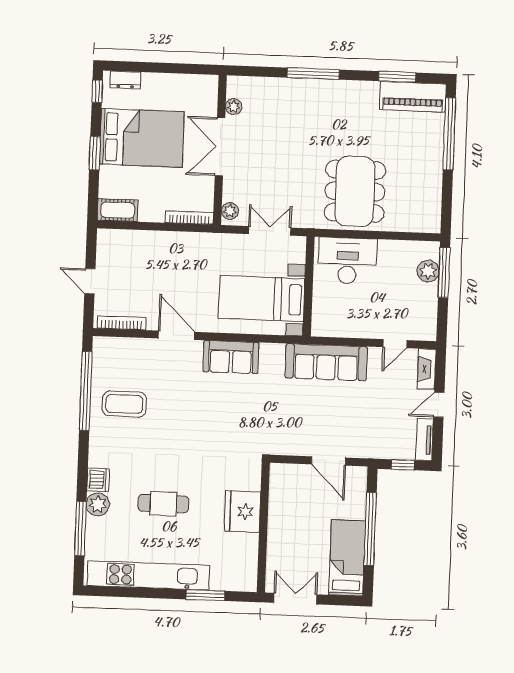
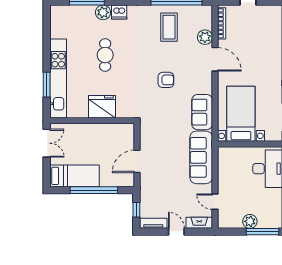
plant: (428, 271) -> (250, 221), moved
door: (176, 335) -> (215, 59), hinge flipped
plant: (142, 349) -> (205, 37), added
sofa: (231, 357) -> (202, 112), moved
armchair: (205, 412) -> (166, 80), added
kitchen unit: (148, 575) -> (58, 78), moved

